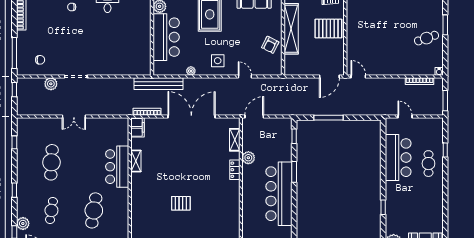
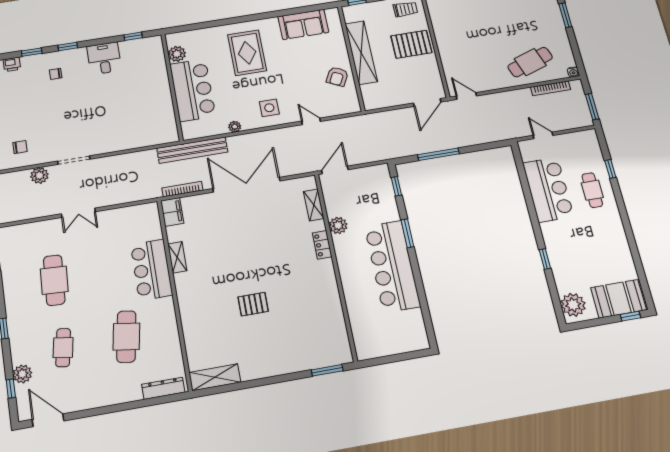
cafe table: (427, 38) -> (530, 62), moved, width x1.37, depth x1.35

